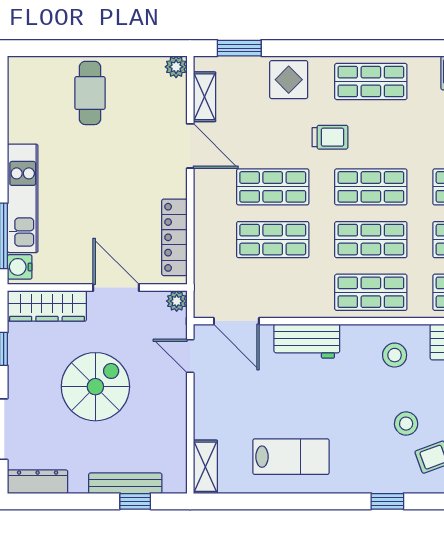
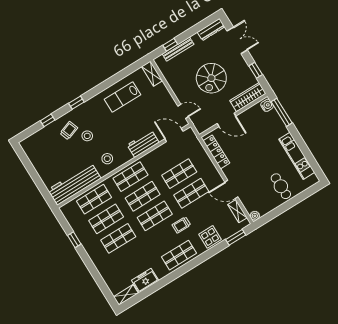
kitchen unit: (23, 198) -> (297, 156), moved
plant: (177, 301) -> (201, 129), removed

